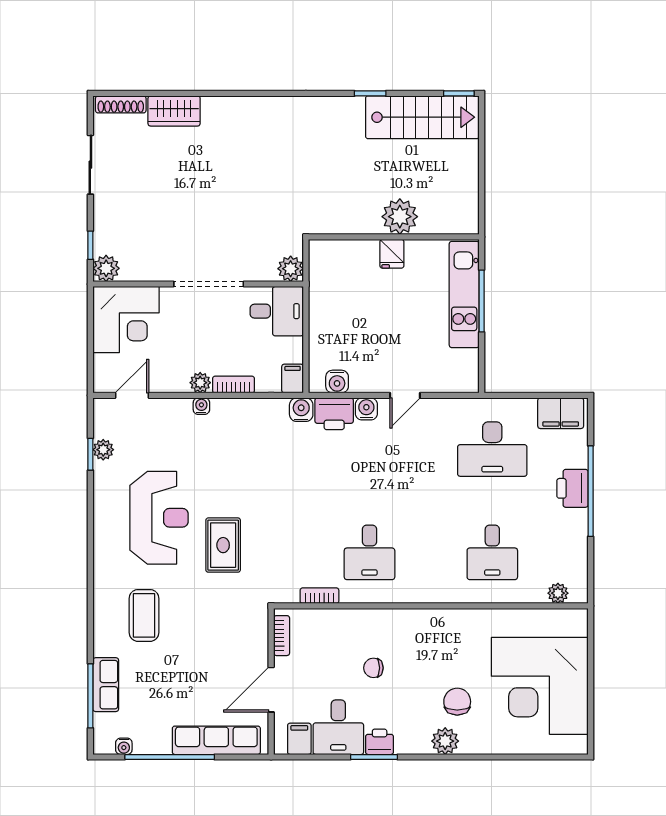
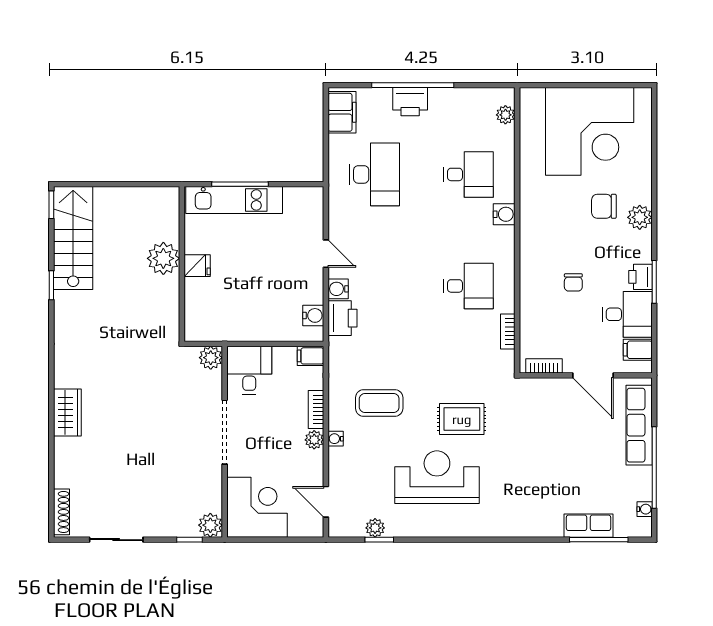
wardrobe: (174, 111) -> (67, 412), moved
water cooler: (301, 410) -> (504, 214), moved, turned 180
coffee table: (144, 615) -> (379, 403), moved

